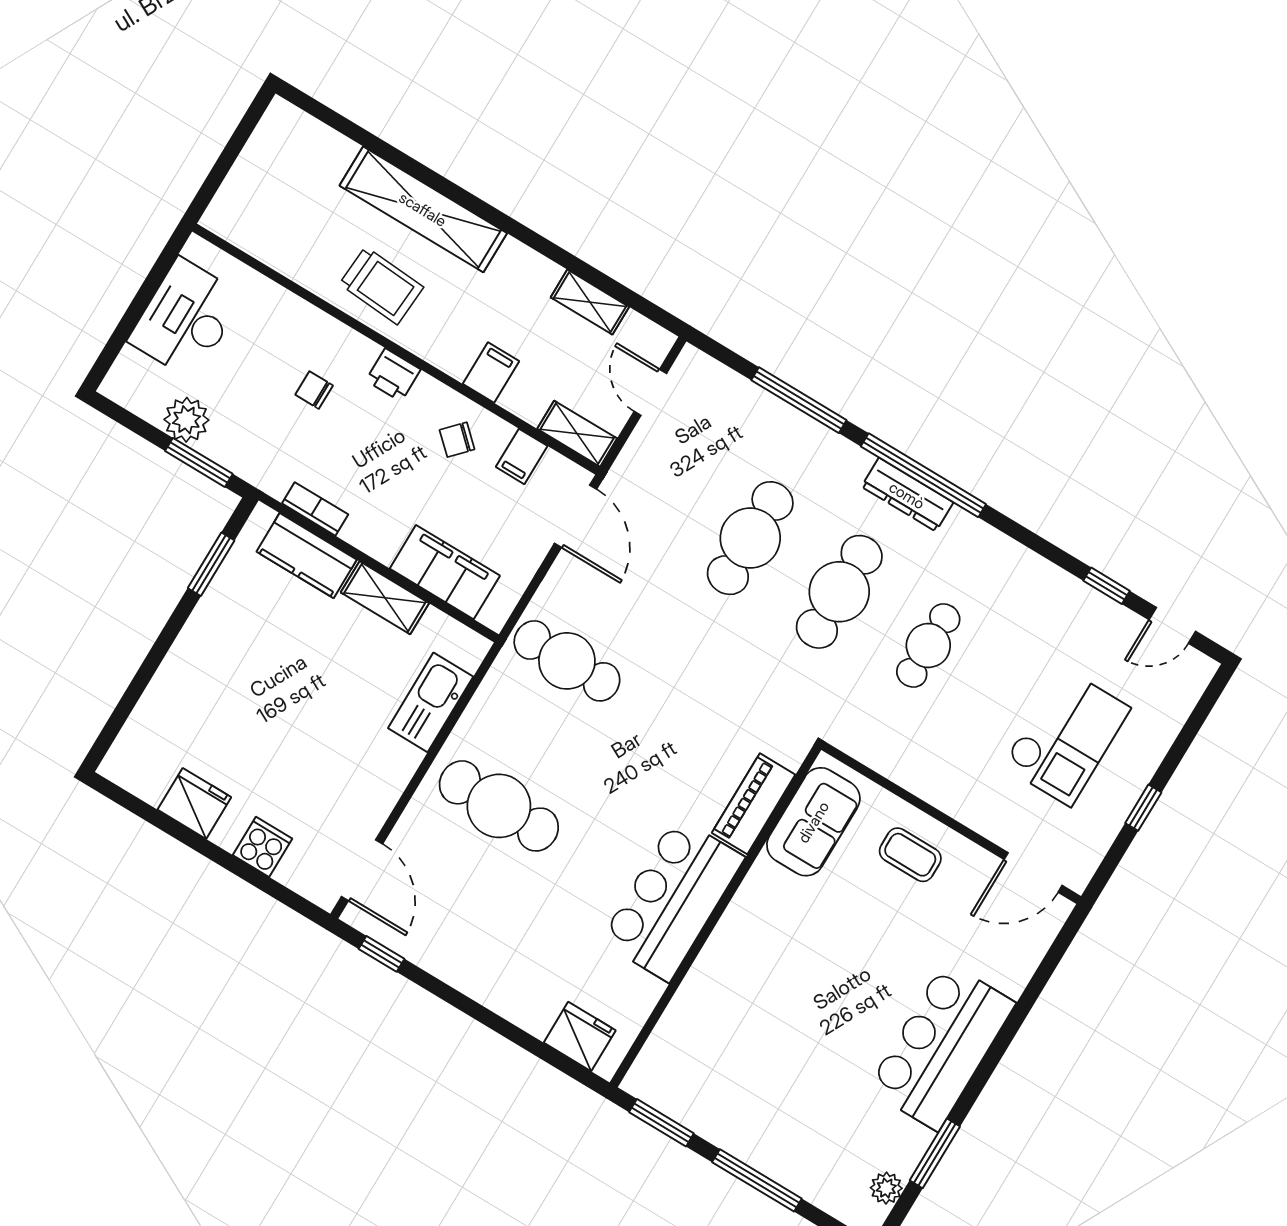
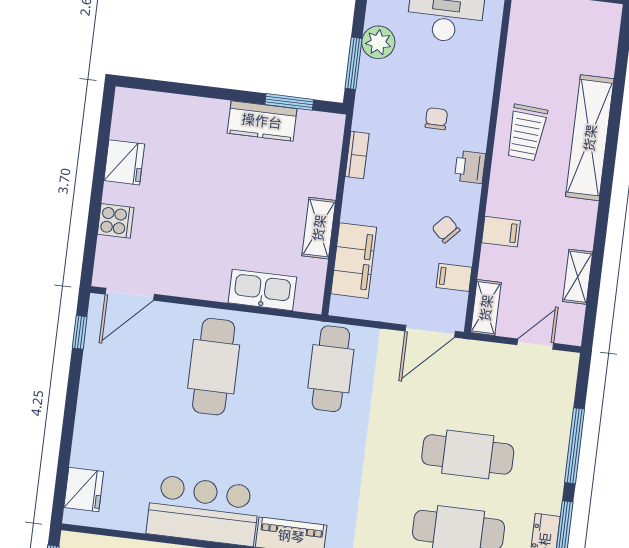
kitchen counter: (307, 556) -> (262, 121), moved, turned -90

